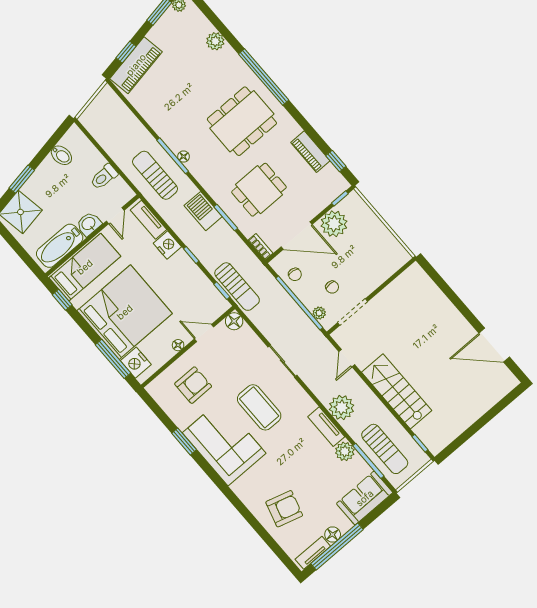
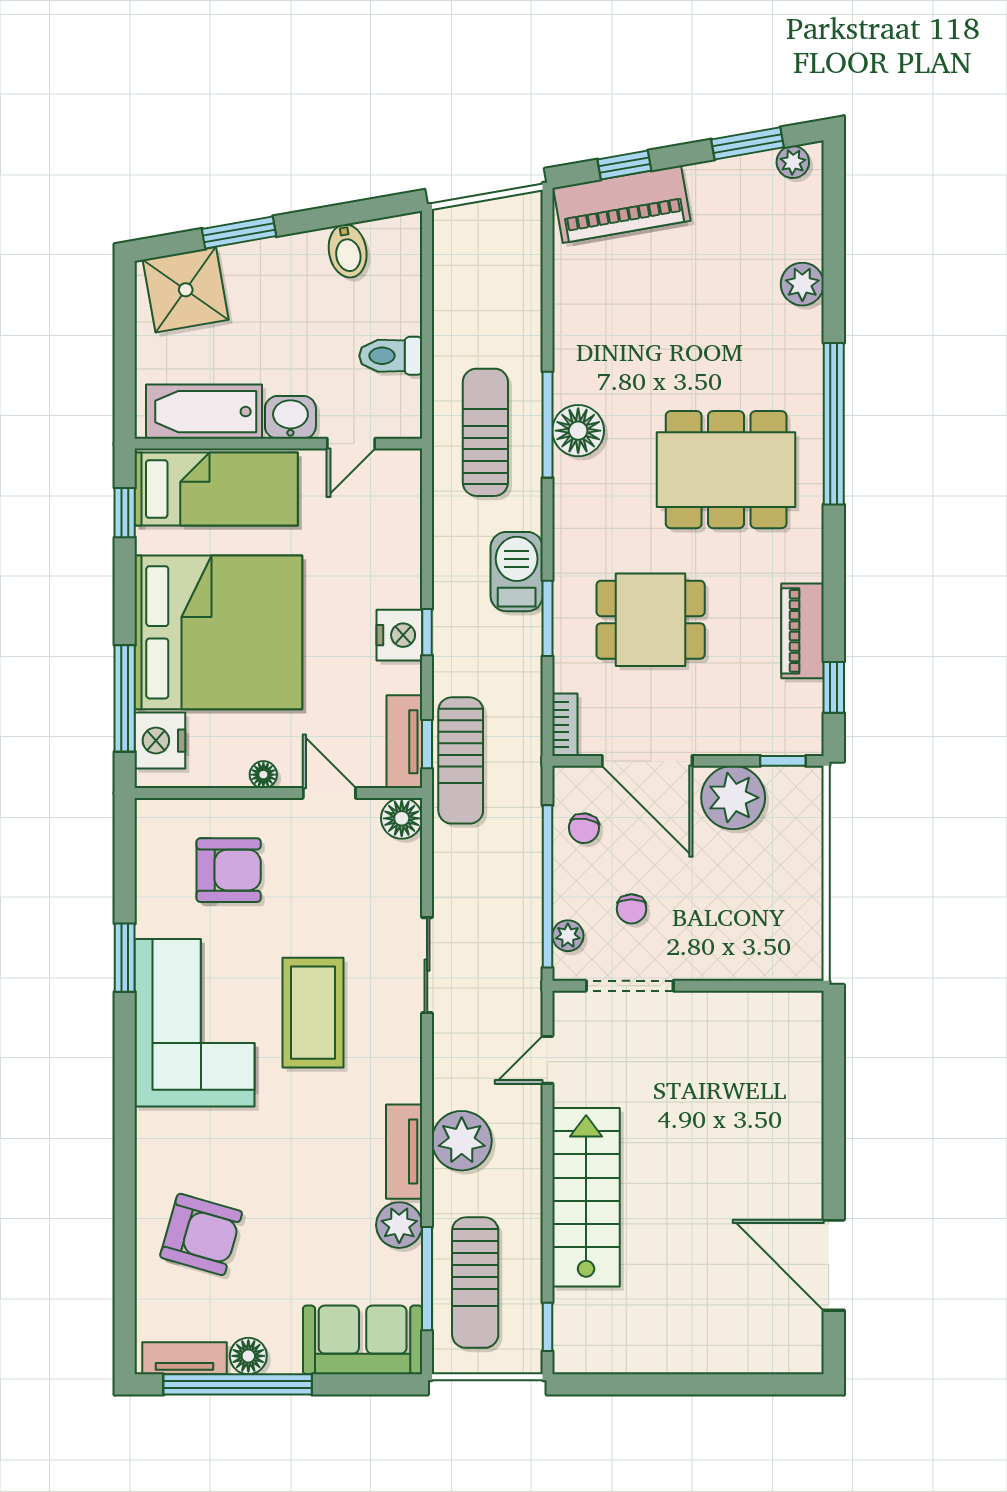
floor lamp: (184, 156) -> (578, 431), width x1.89, depth x1.89
tv unit: (148, 220) -> (404, 742), moved
nightstand: (167, 245) -> (399, 635), moved

